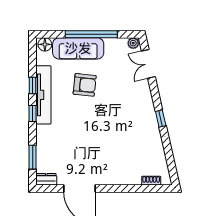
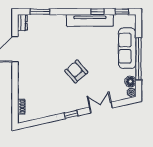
floor lamp: (45, 44) -> (130, 81), moved
double door: (148, 64) -> (101, 108), moved
armchair: (85, 85) -> (76, 71), moved, turned 133
window: (33, 114) -> (122, 12), moved

